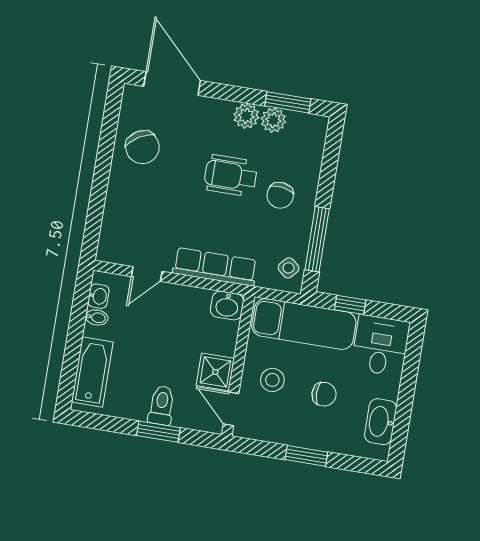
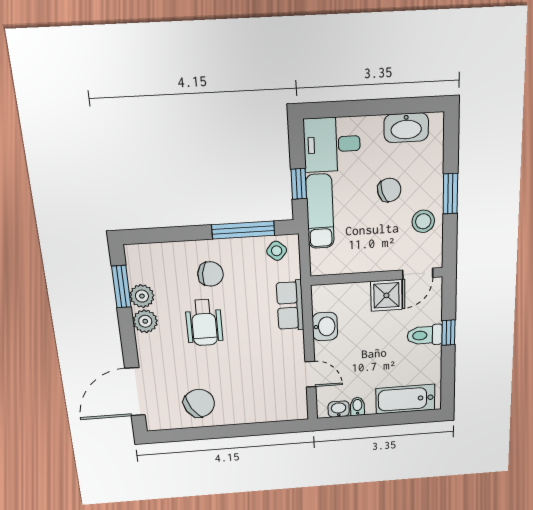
row of seats: (215, 267) -> (290, 305), width x0.68
washbasin: (227, 306) -> (325, 326), moved
exam couch: (304, 324) -> (320, 211), width x0.73, depth x0.69
stool: (272, 380) -> (423, 221), moved
chair: (324, 394) -> (389, 190), turned 72
window: (158, 432) -> (448, 333), width x0.67

